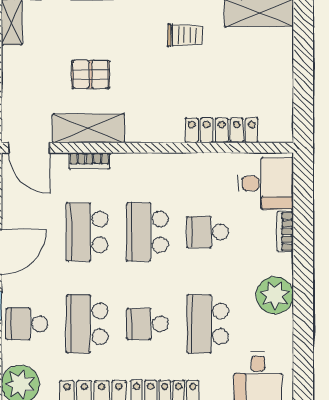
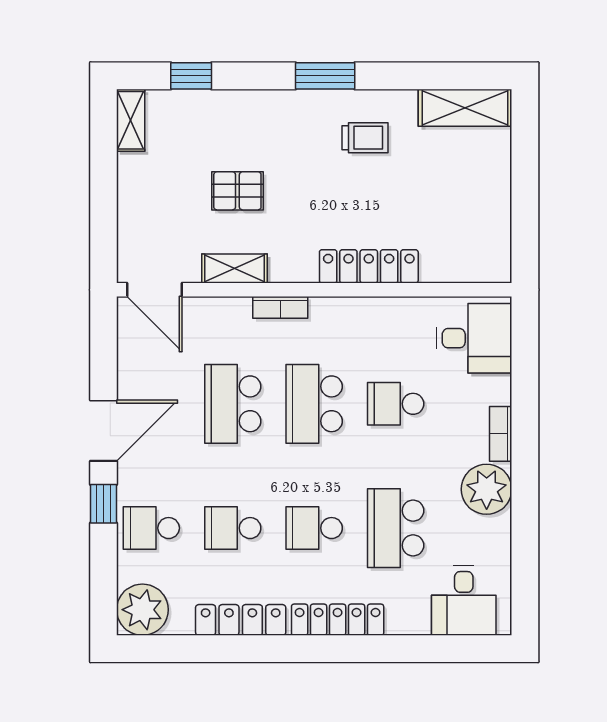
shelving: (88, 128) -> (234, 269), width x0.67, depth x0.75
locker: (222, 130) -> (369, 266), moved
bookcase: (89, 161) -> (280, 307), moved
bookcase: (285, 232) -> (501, 434), moved
school desk: (87, 324) -> (233, 528), width x0.54

